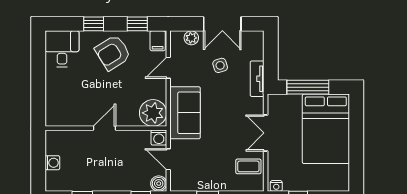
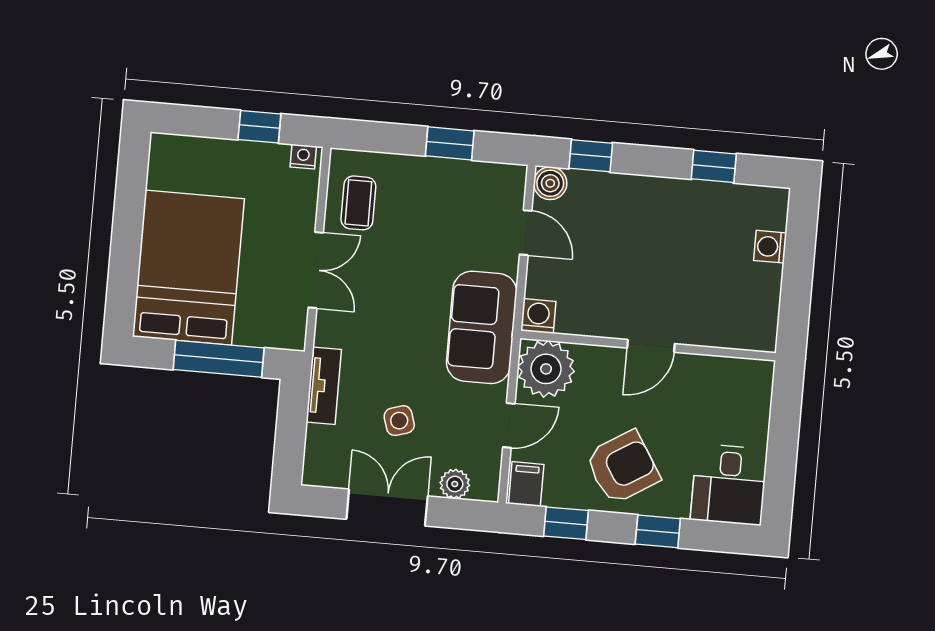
plant: (153, 113) -> (546, 369), moved
door: (104, 128) -> (651, 346), moved
wall: (106, 128) -> (648, 346), moved
washing machine: (159, 138) -> (538, 316), moved
coffee table: (248, 166) -> (358, 203), turned 90

